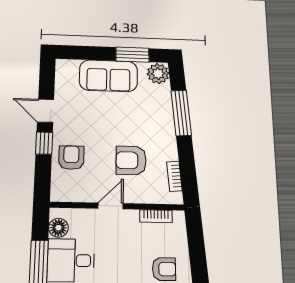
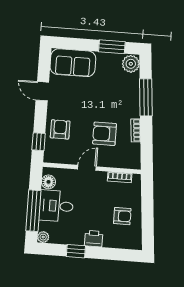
sofa: (108, 76) -> (73, 63), moved
window: (44, 143) -> (39, 142), moved
bookcase: (174, 176) -> (136, 130), moved

